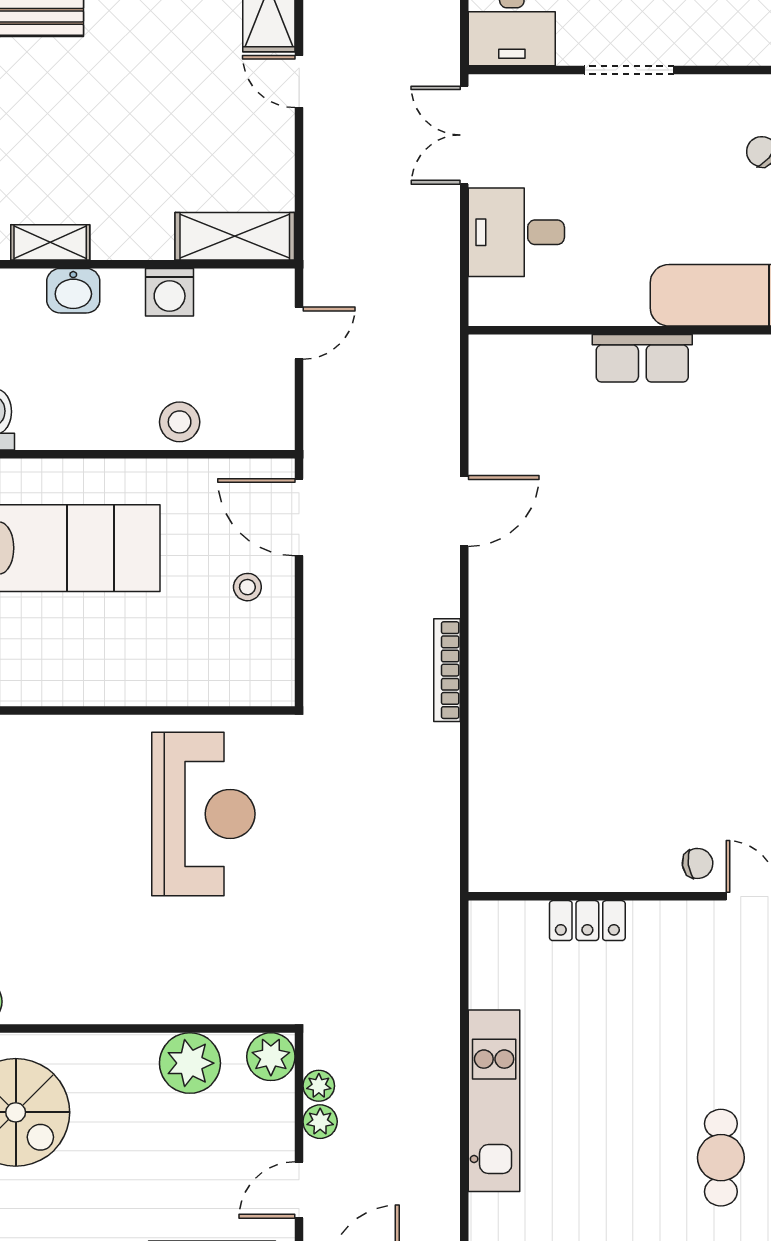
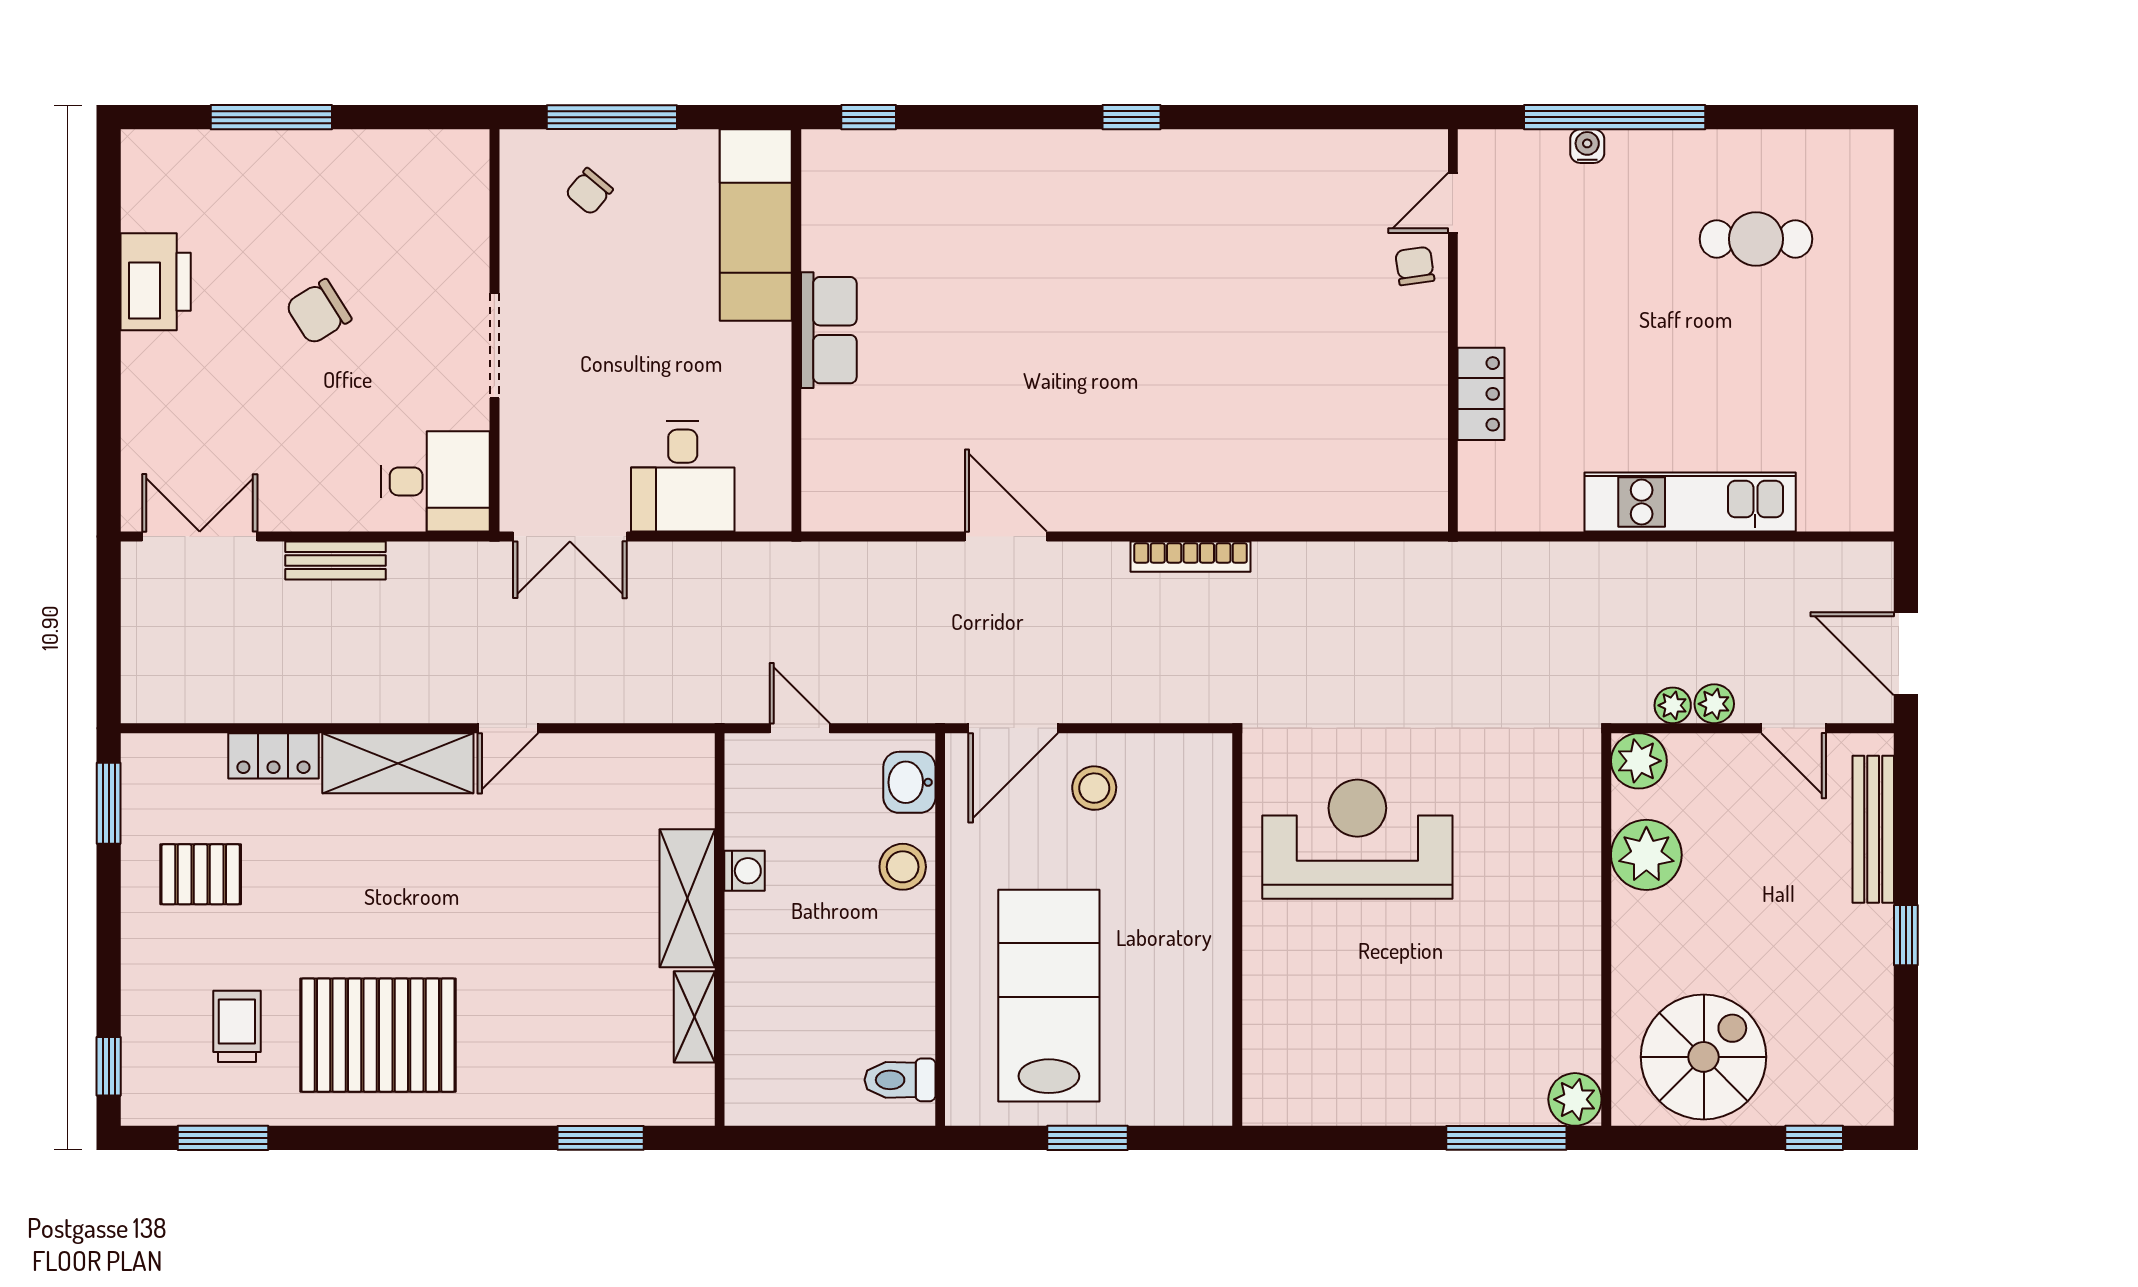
shelving: (235, 236) -> (687, 898), moved
washbasin: (73, 291) -> (909, 782), moved, turned 180
washing machine: (170, 292) -> (745, 871), width x0.73, depth x0.73
stool: (247, 587) -> (1094, 788), width x1.37, depth x1.37

